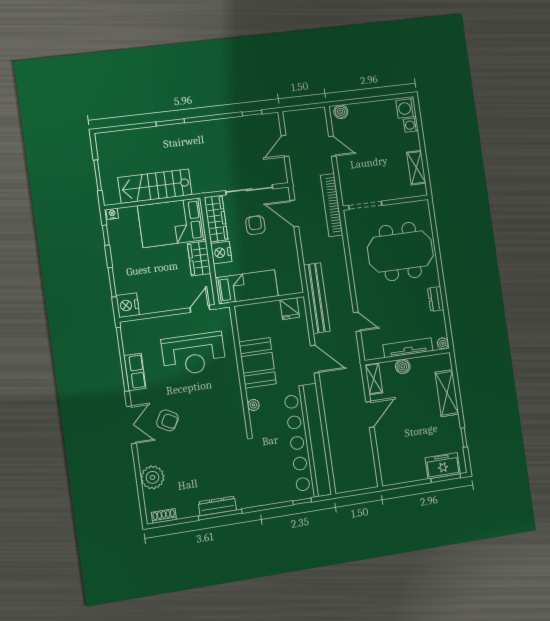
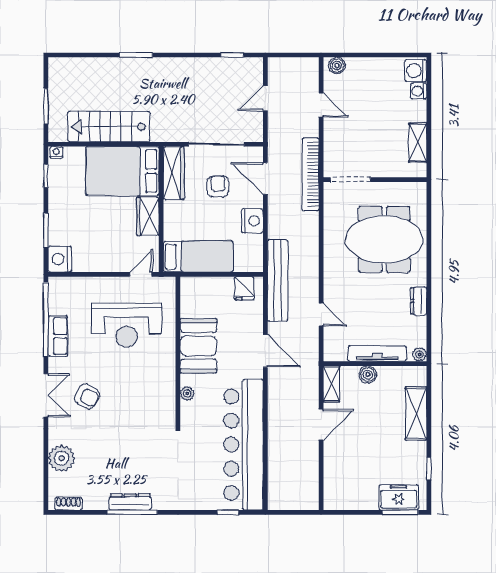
nightstand: (221, 253) -> (252, 221), moved, turned 180

